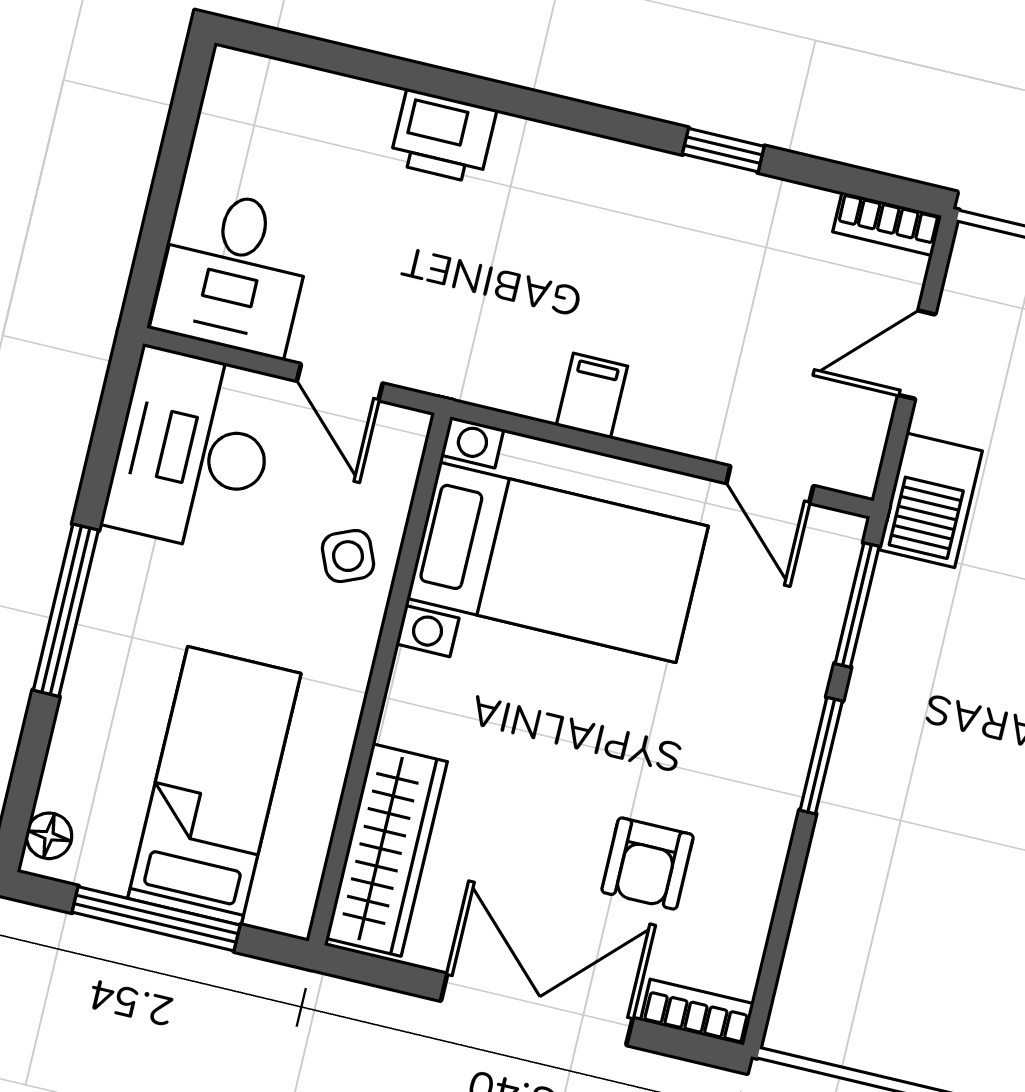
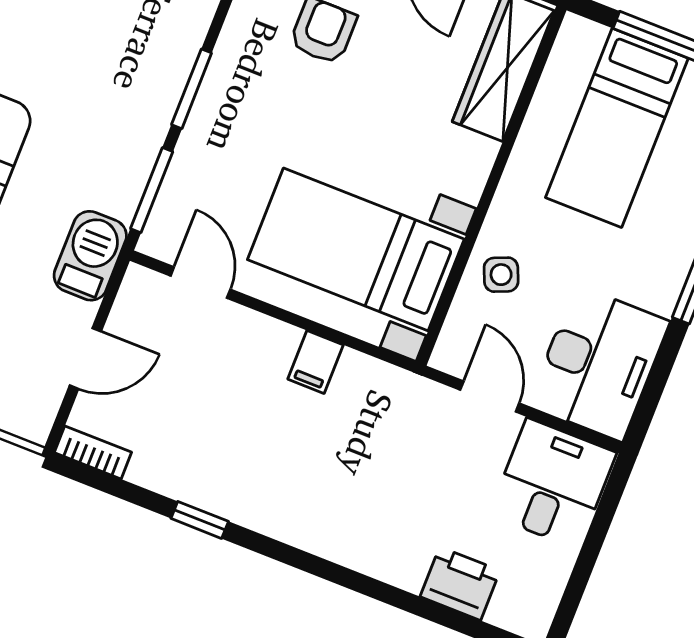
printer: (443, 136) -> (460, 584), moved

